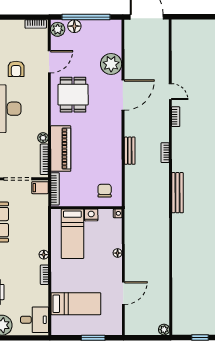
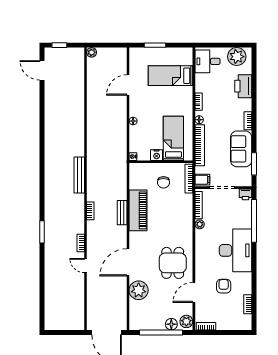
piano: (61, 149) -> (138, 210), moved, turned 180
chair: (105, 191) -> (163, 182), moved
bookcase: (43, 226) -> (200, 145), added

